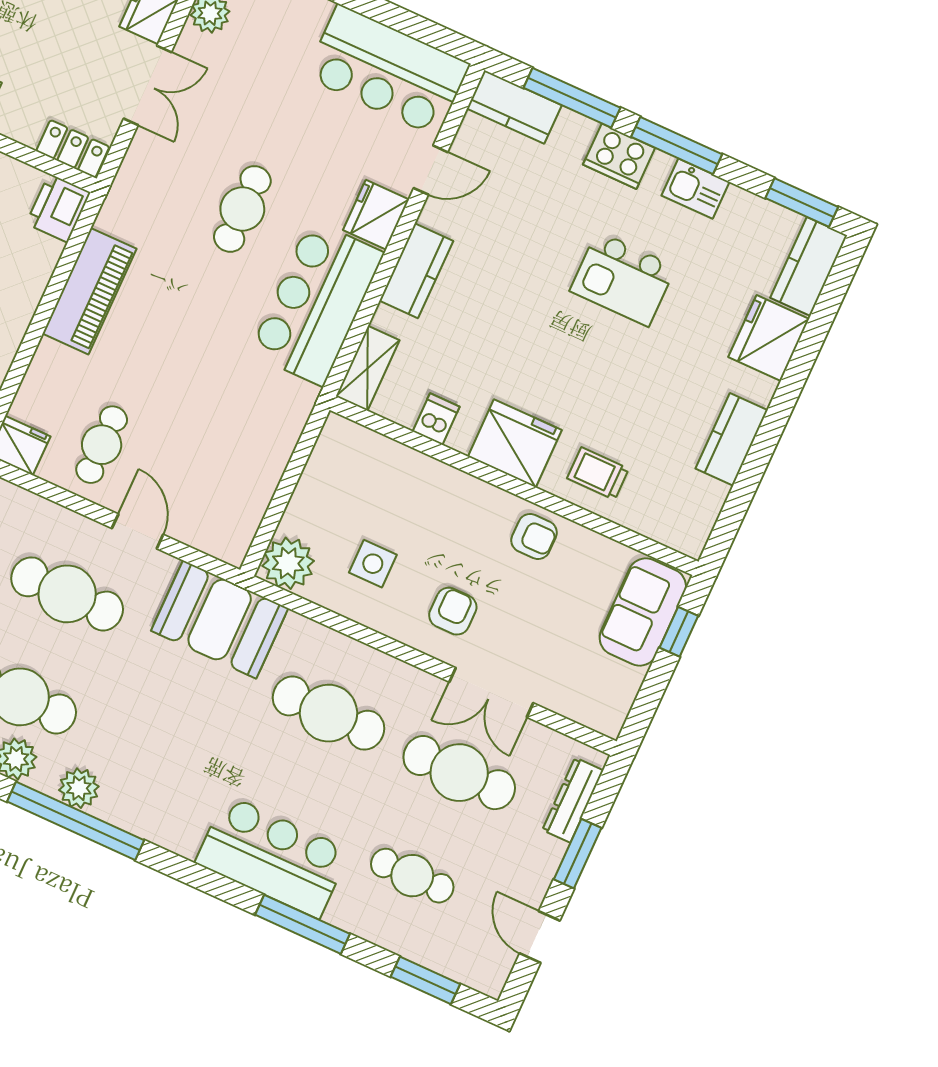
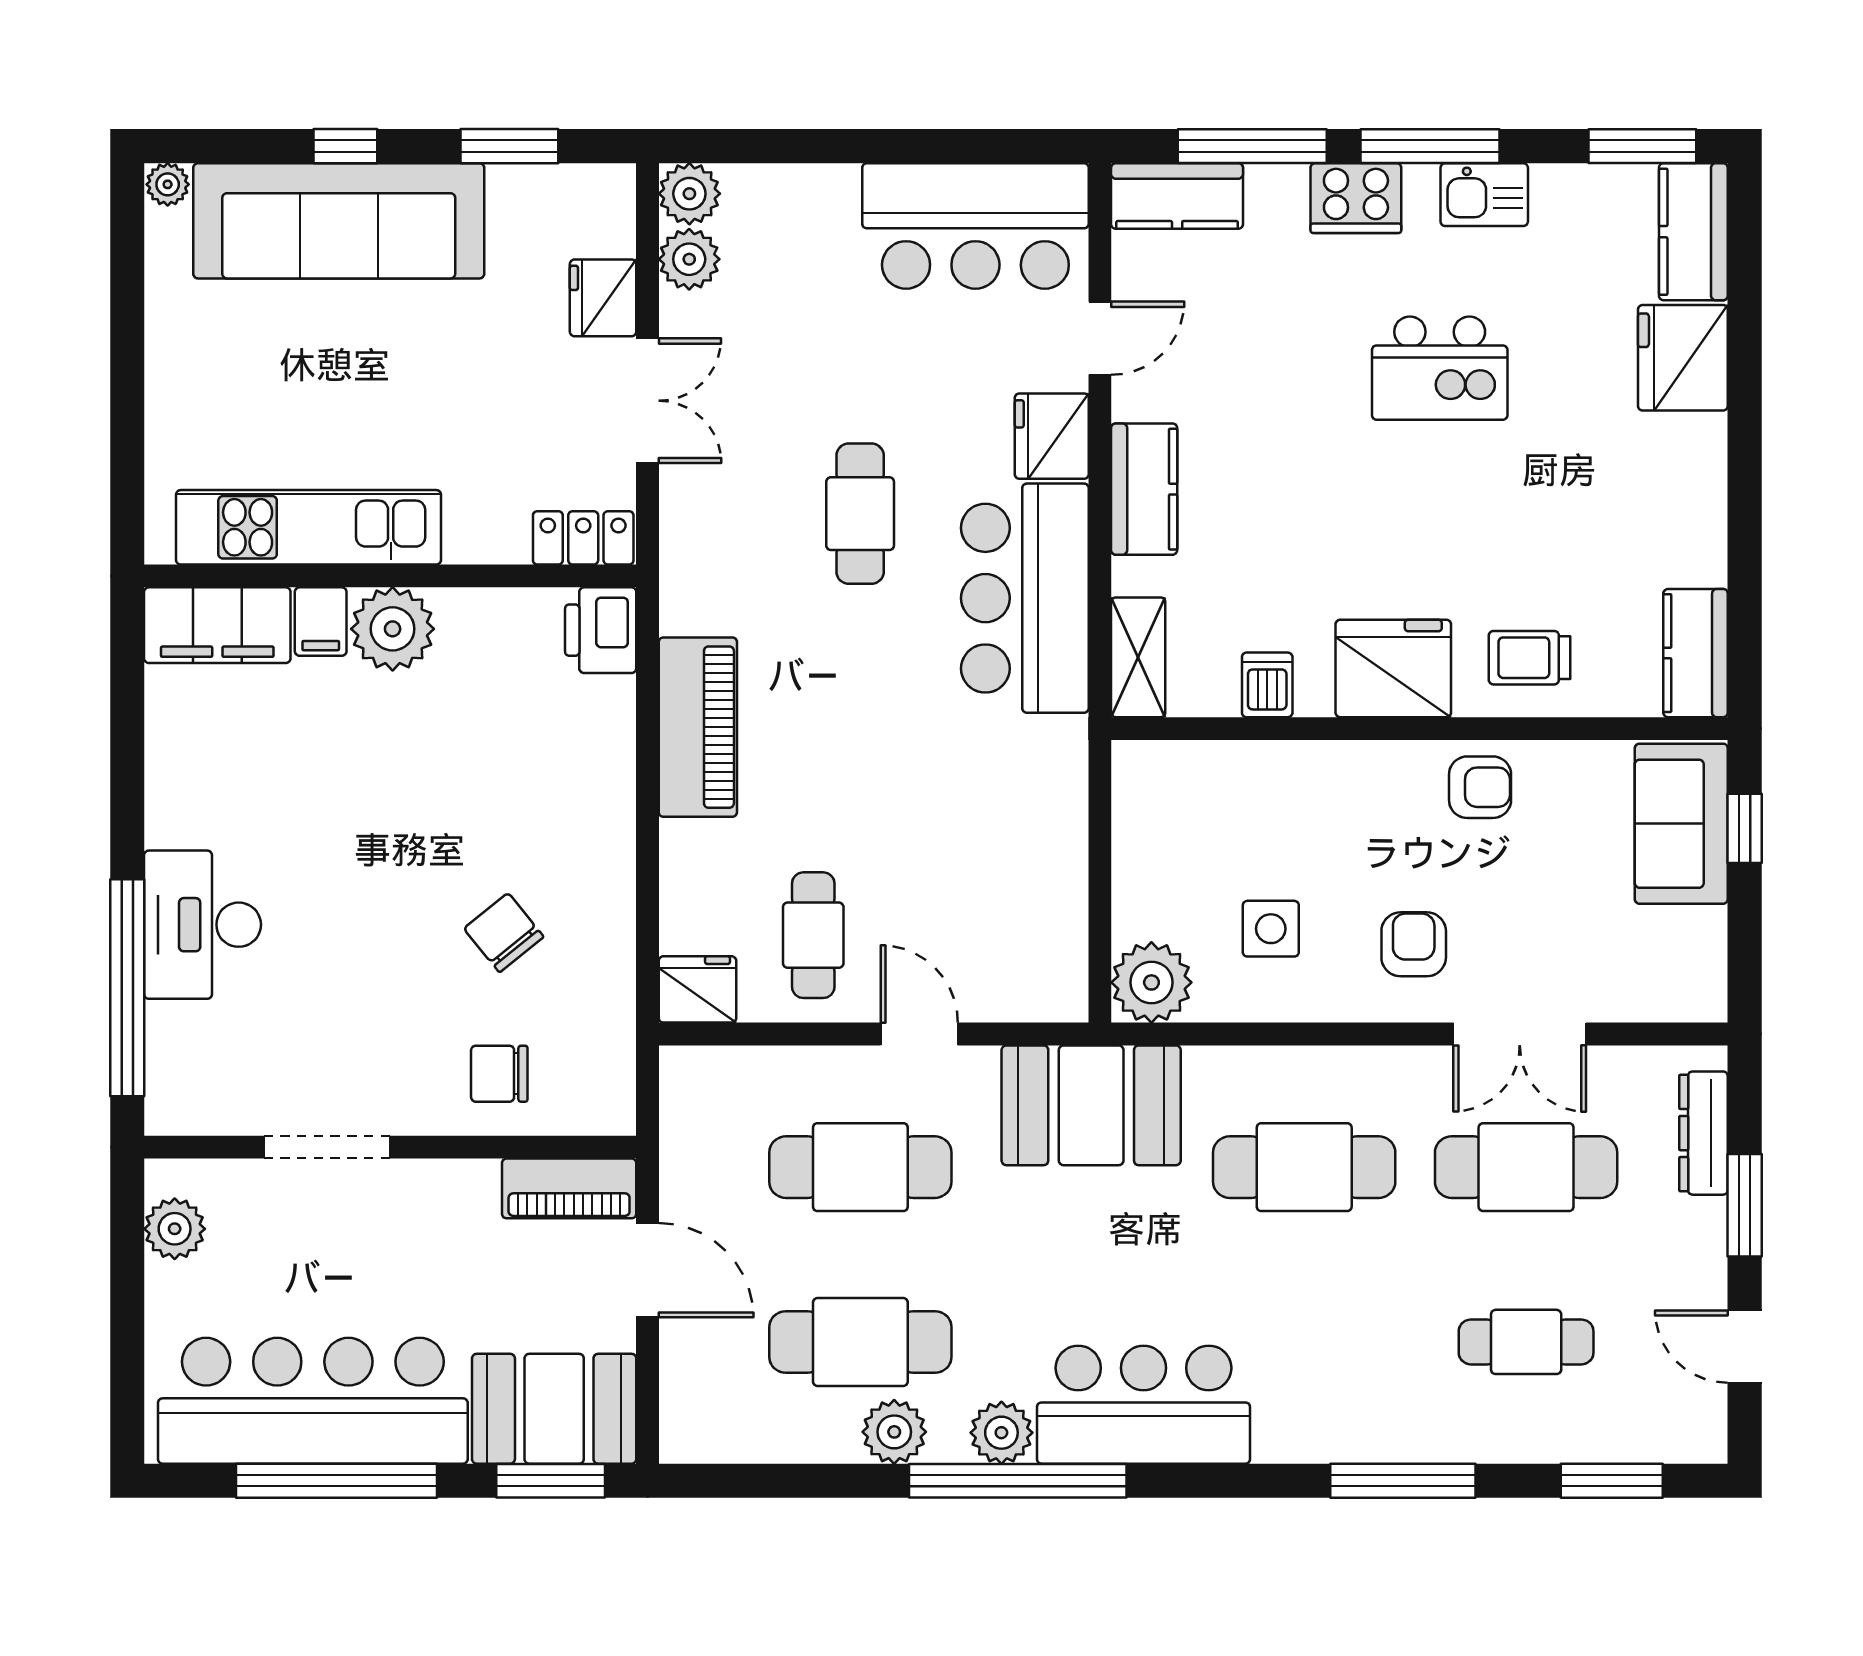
kitchen counter: (732, 439) -> (1696, 653), moved
bar counter: (273, 857) -> (1144, 1405), moved

